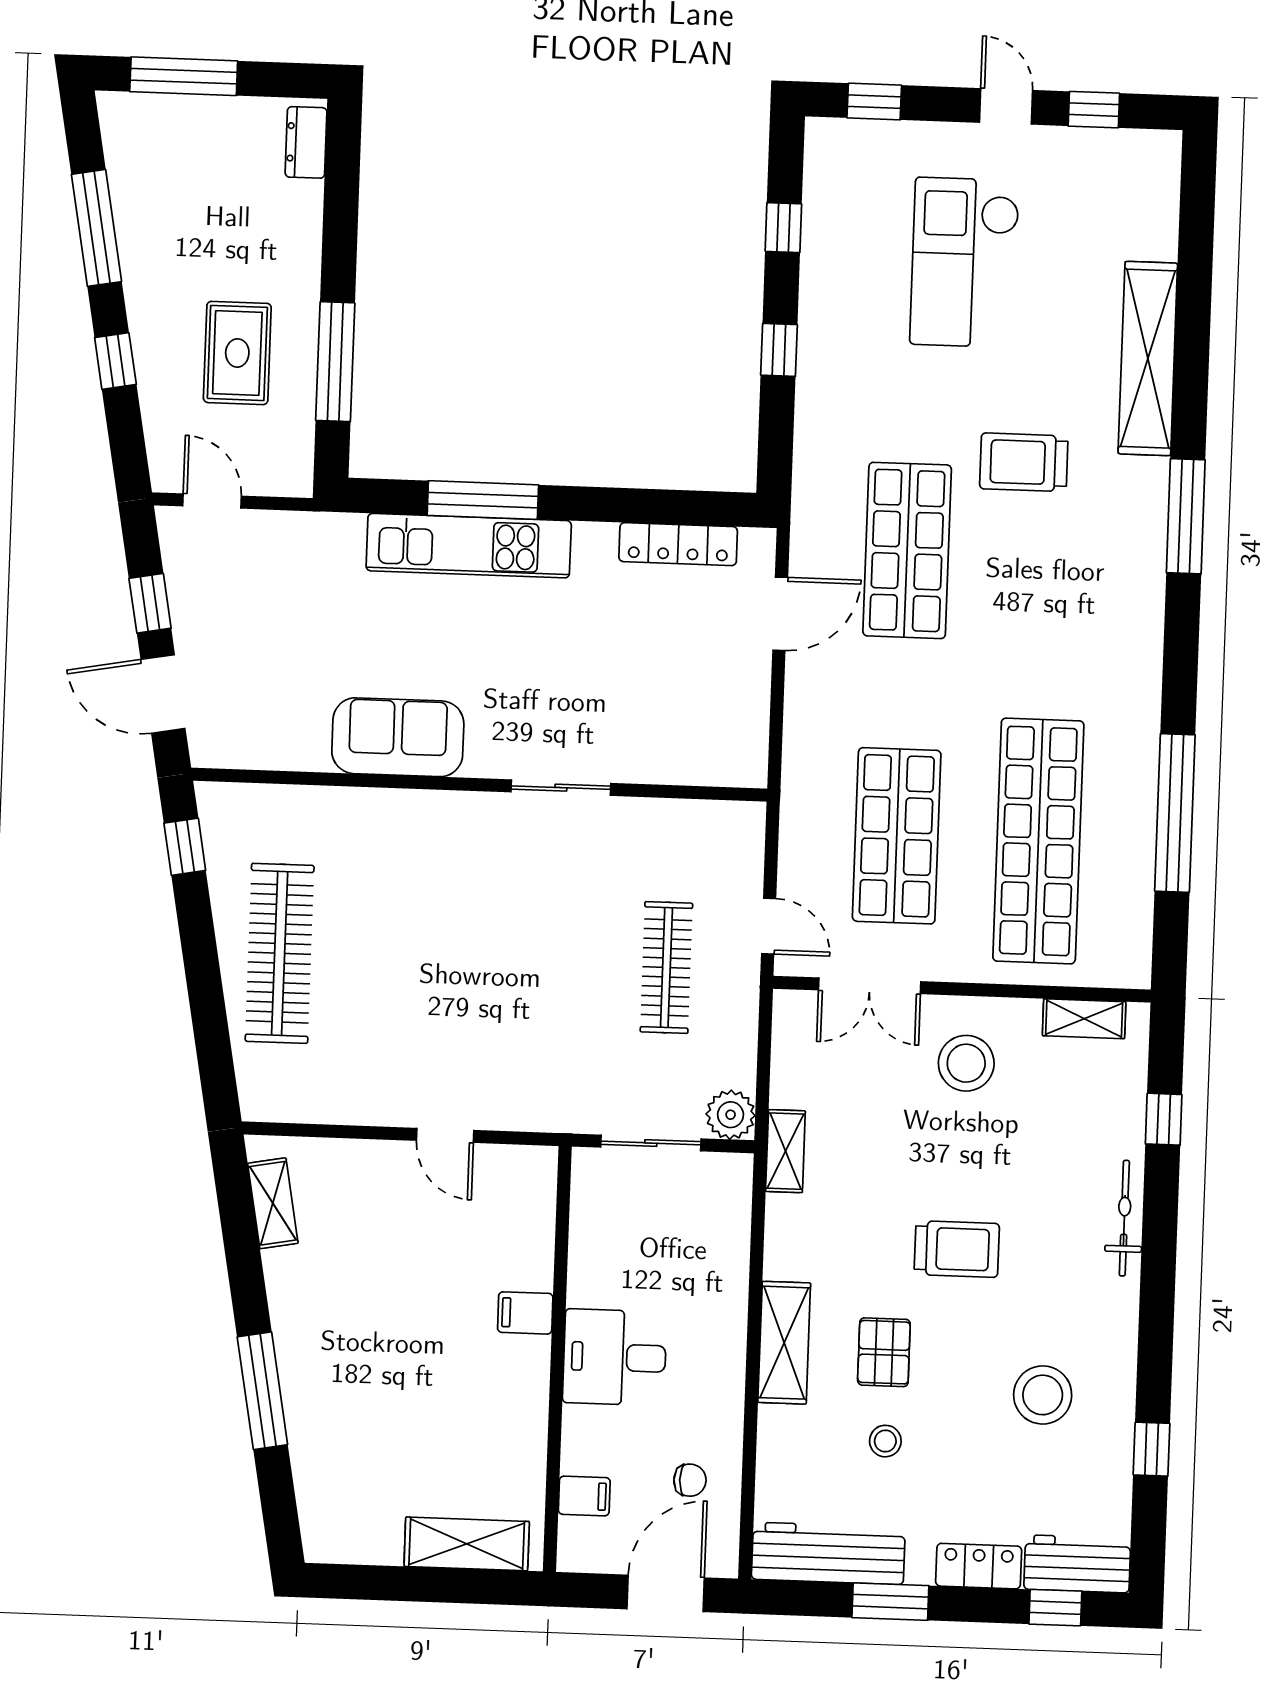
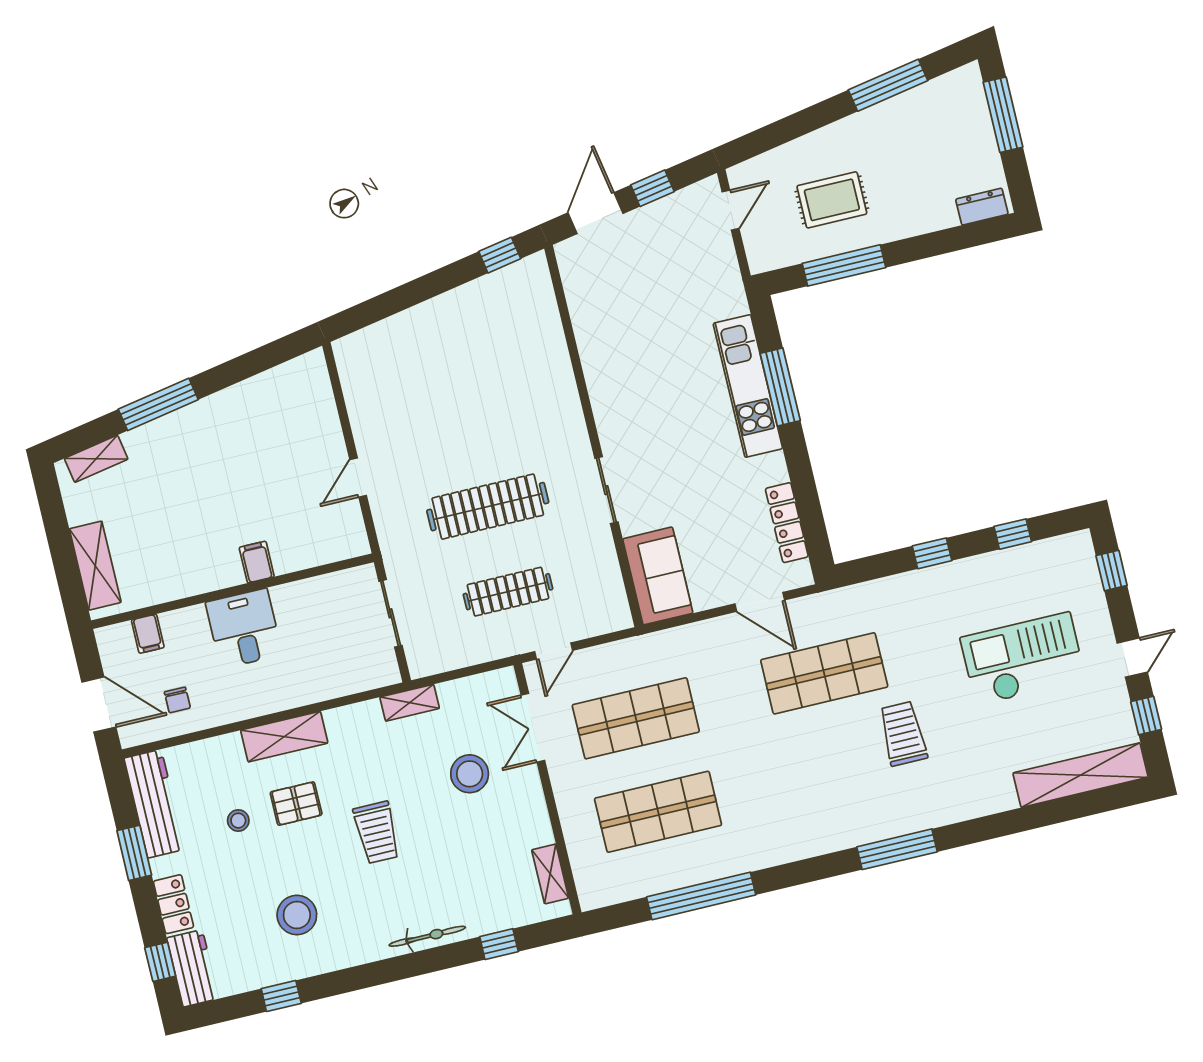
shelving: (1148, 359) -> (1080, 775), moved
window: (115, 361) -> (804, 122), removed
sofa: (398, 737) -> (658, 576), moved
shop shelf: (1038, 841) -> (658, 812), width x0.71
clothes rail: (280, 953) -> (488, 507), moved
stool: (966, 1063) -> (470, 774), moved
plant: (731, 1115) -> (423, 660), removed
shelving: (273, 1203) -> (96, 459), moved

